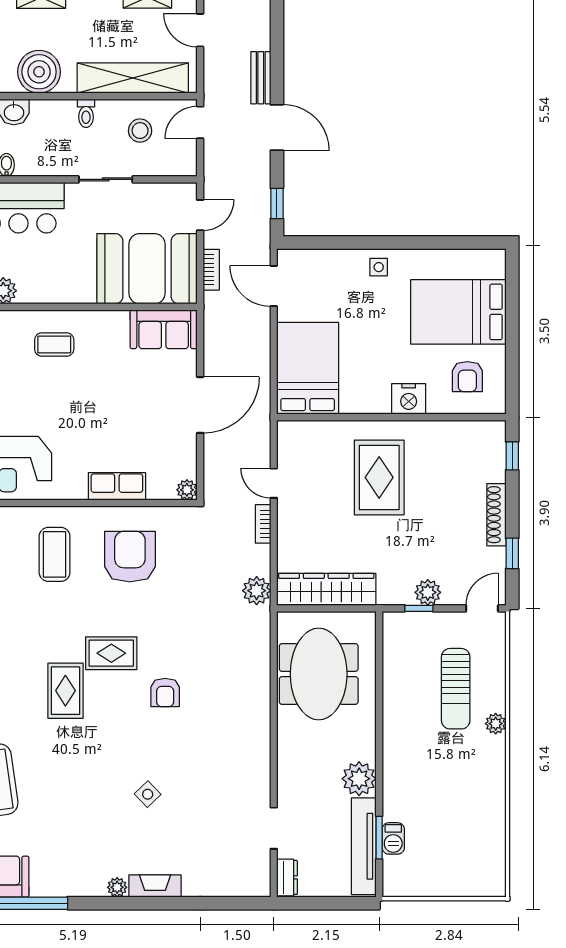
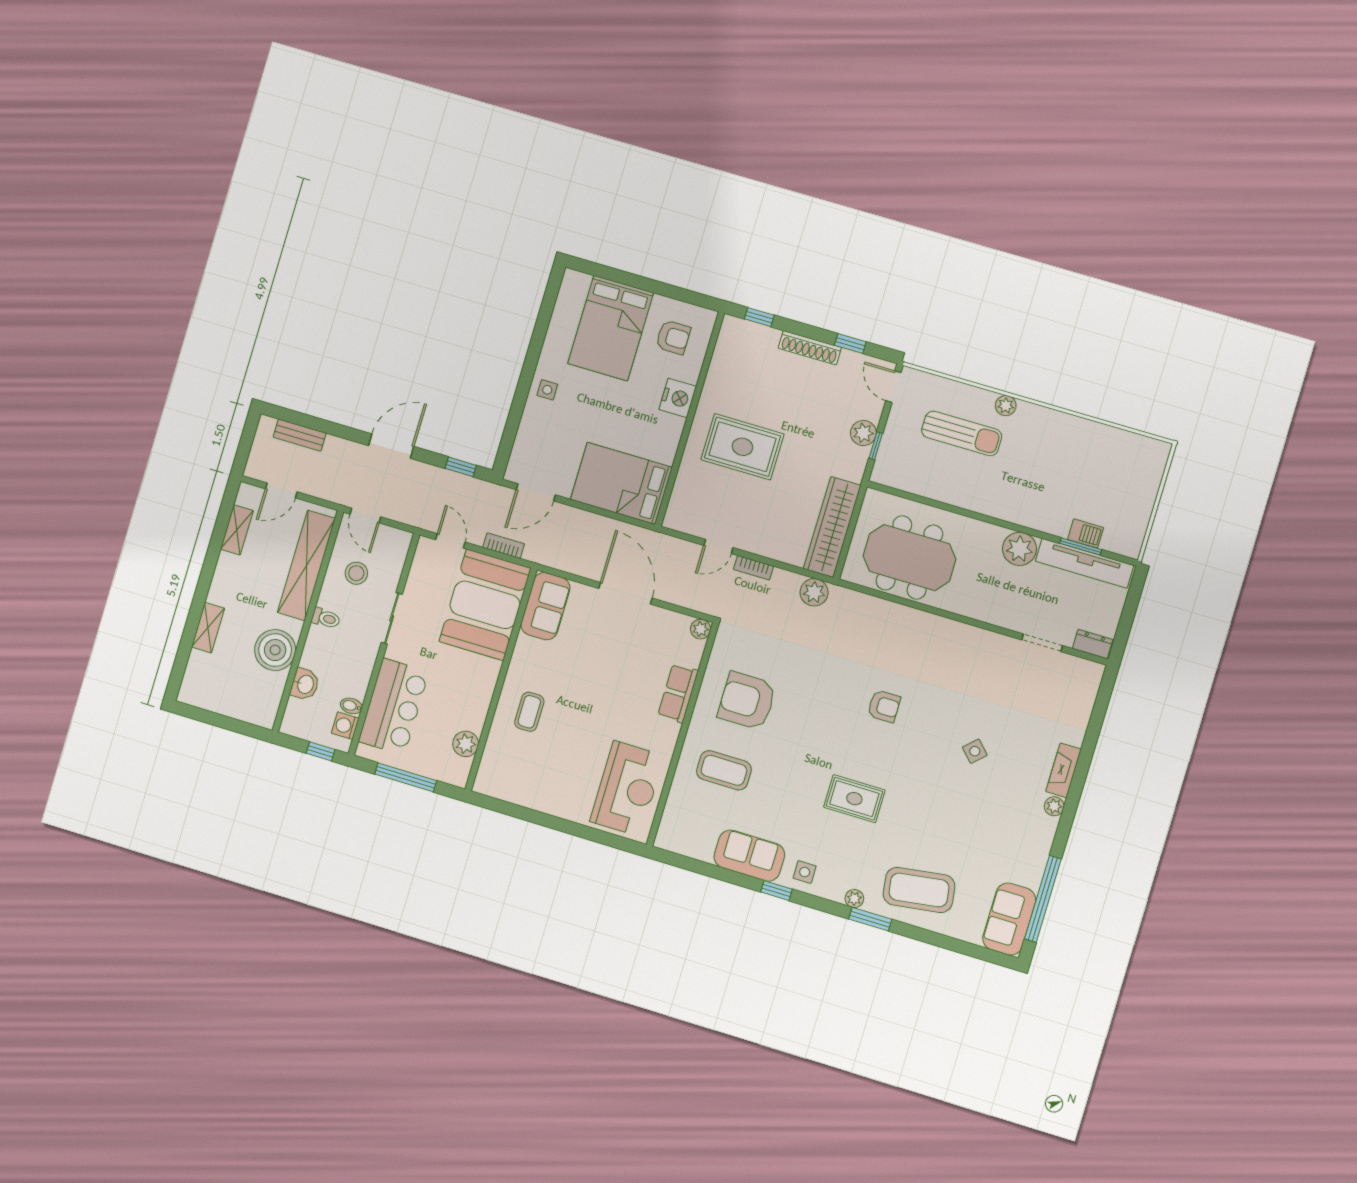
bench: (261, 78) -> (300, 435), moved
rug: (111, 653) -> (832, 745), removed

